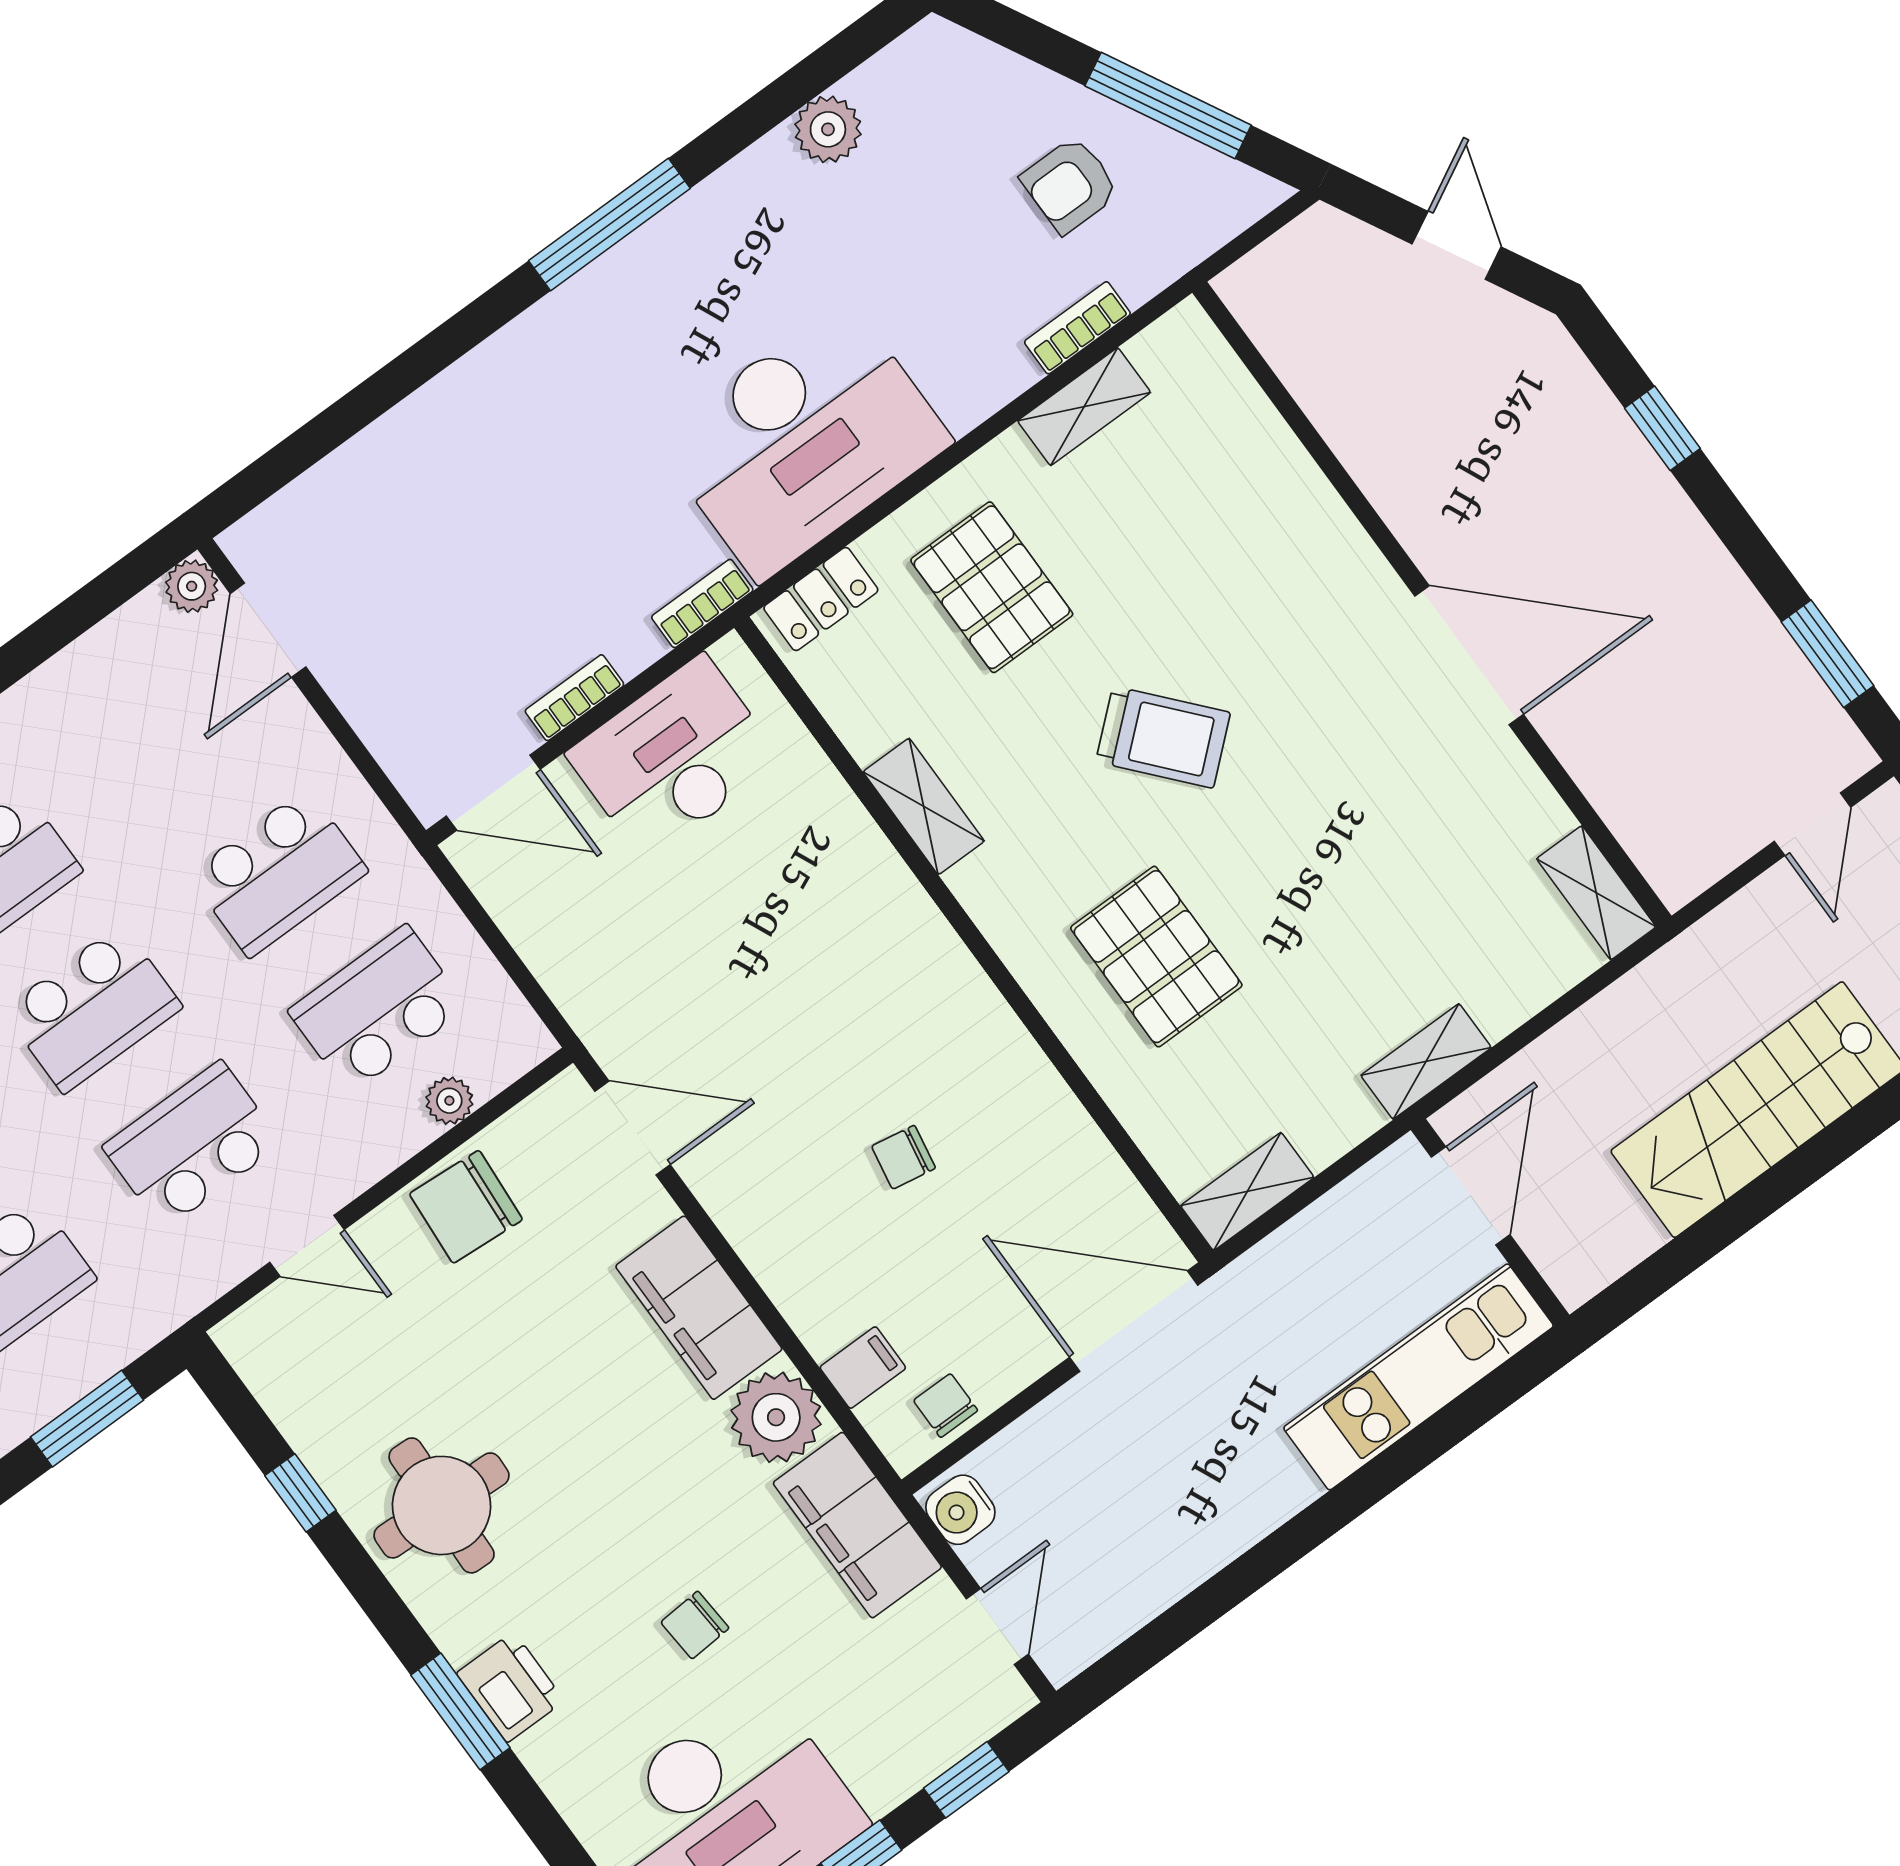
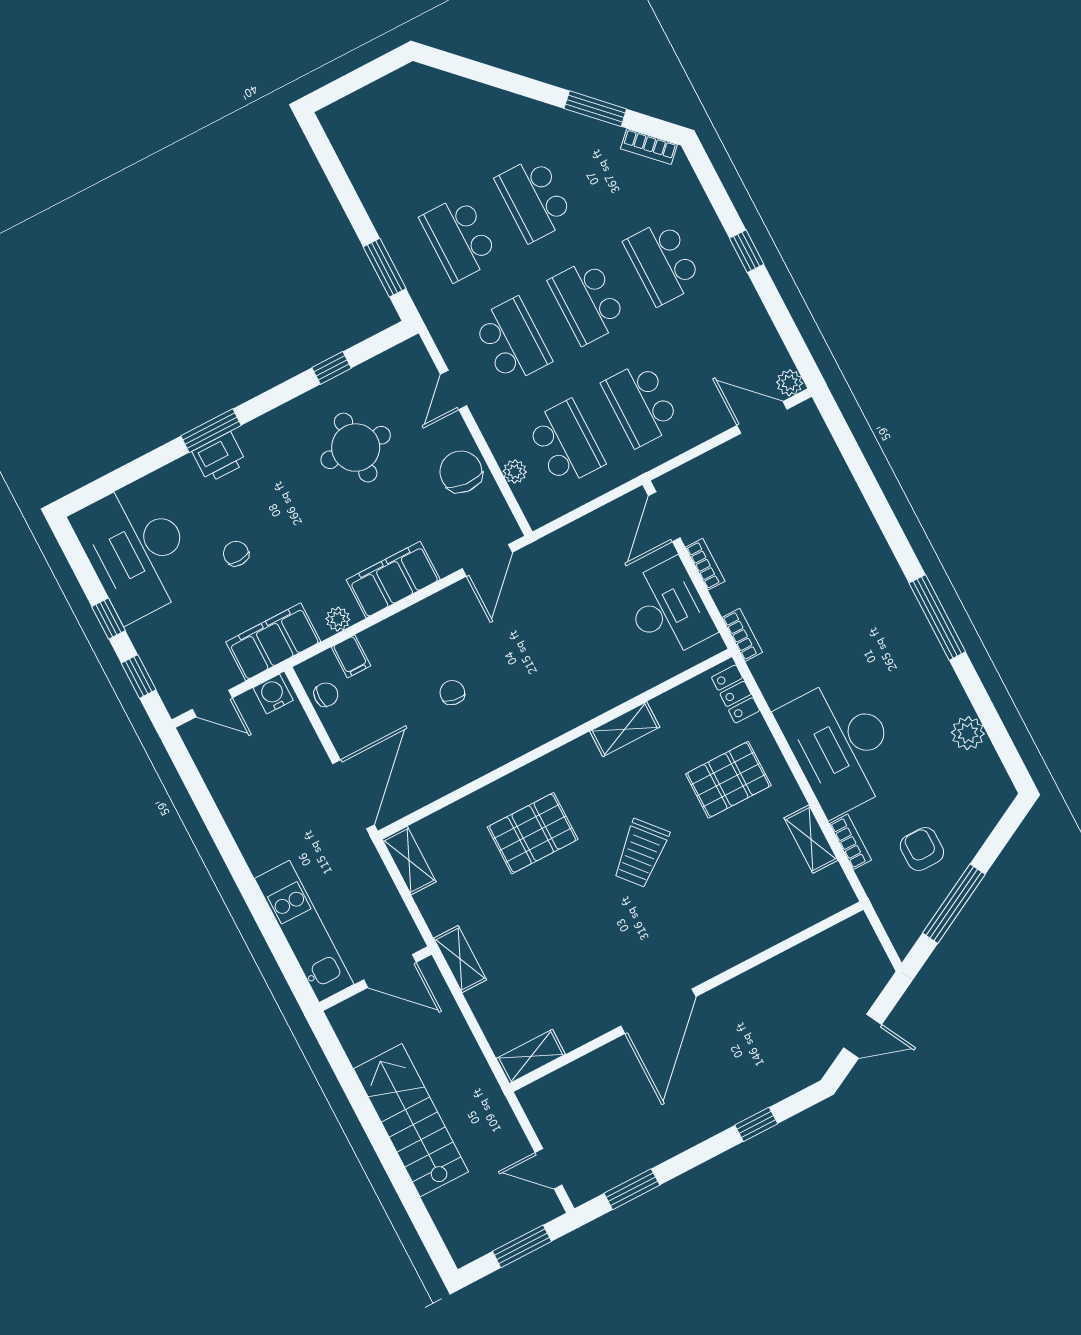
desk: (803, 440) -> (841, 745), moved
plant: (776, 1417) -> (338, 619), width x0.53, depth x0.53
round table: (442, 1505) -> (356, 448), moved

